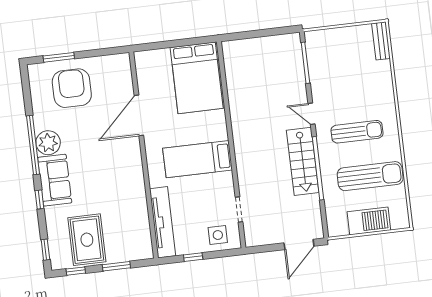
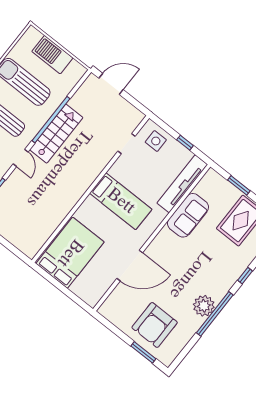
sofa: (55, 180) -> (188, 215), moved, turned 180

